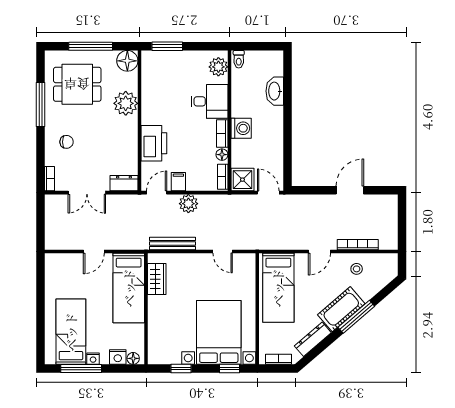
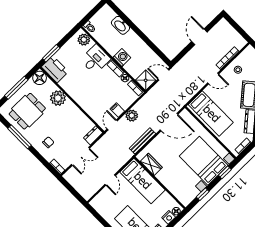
printer: (154, 143) -> (55, 69), moved
door: (223, 252) -> (169, 122), width x1.88
door: (319, 252) -> (213, 79), hinge flipped

